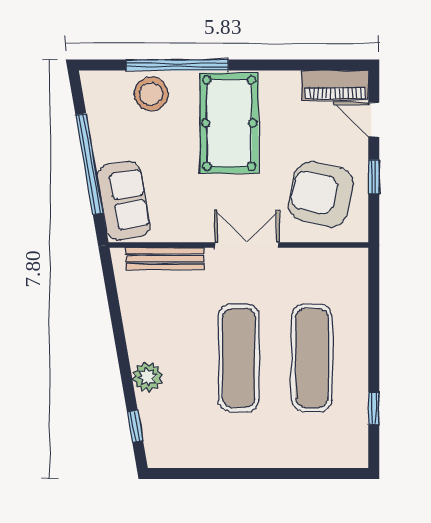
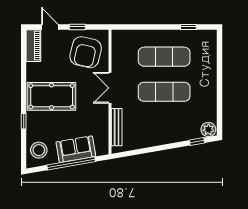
window: (177, 65) -> (24, 121), width x0.32
stool: (151, 94) -> (39, 150), moved
door: (374, 120) -> (50, 27), swing flipped
sofa: (124, 200) -> (76, 149), moved
plant: (147, 377) -> (208, 130), moved

